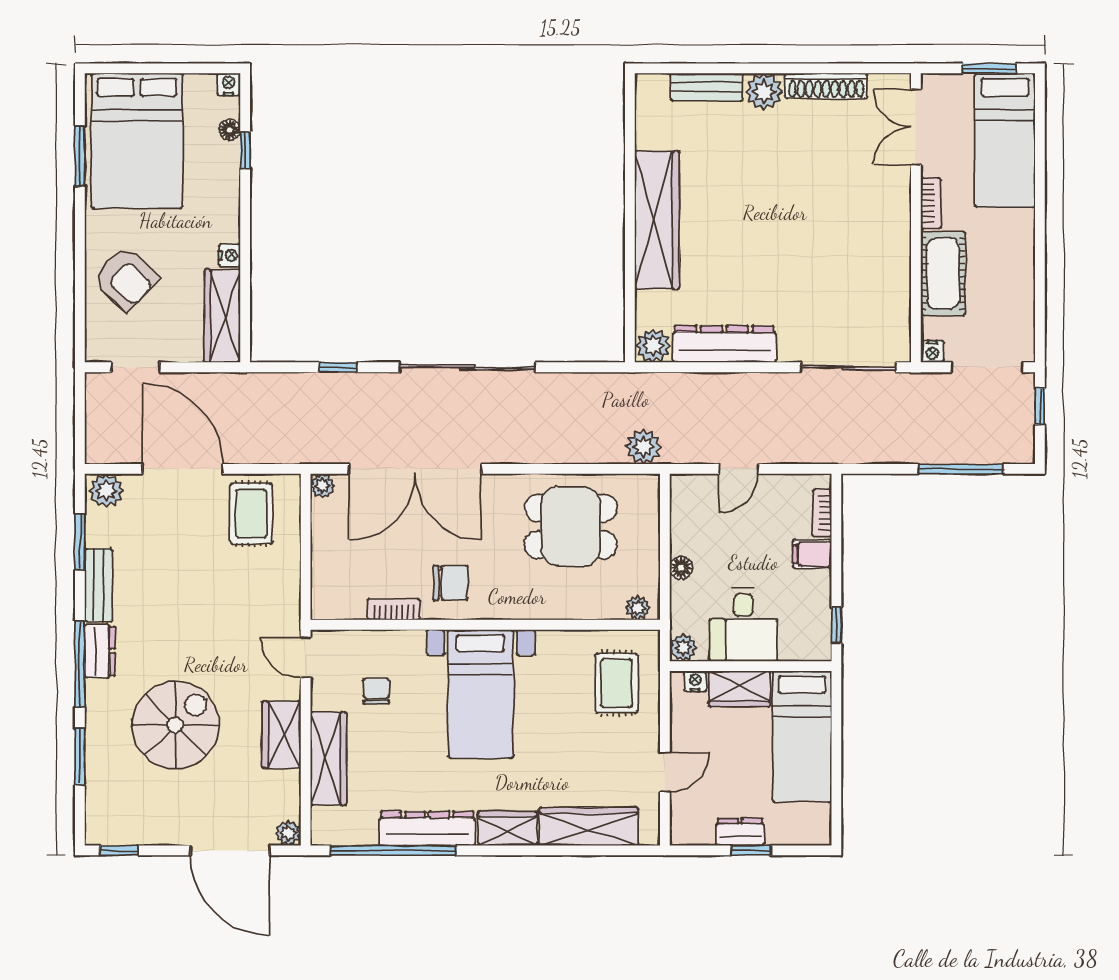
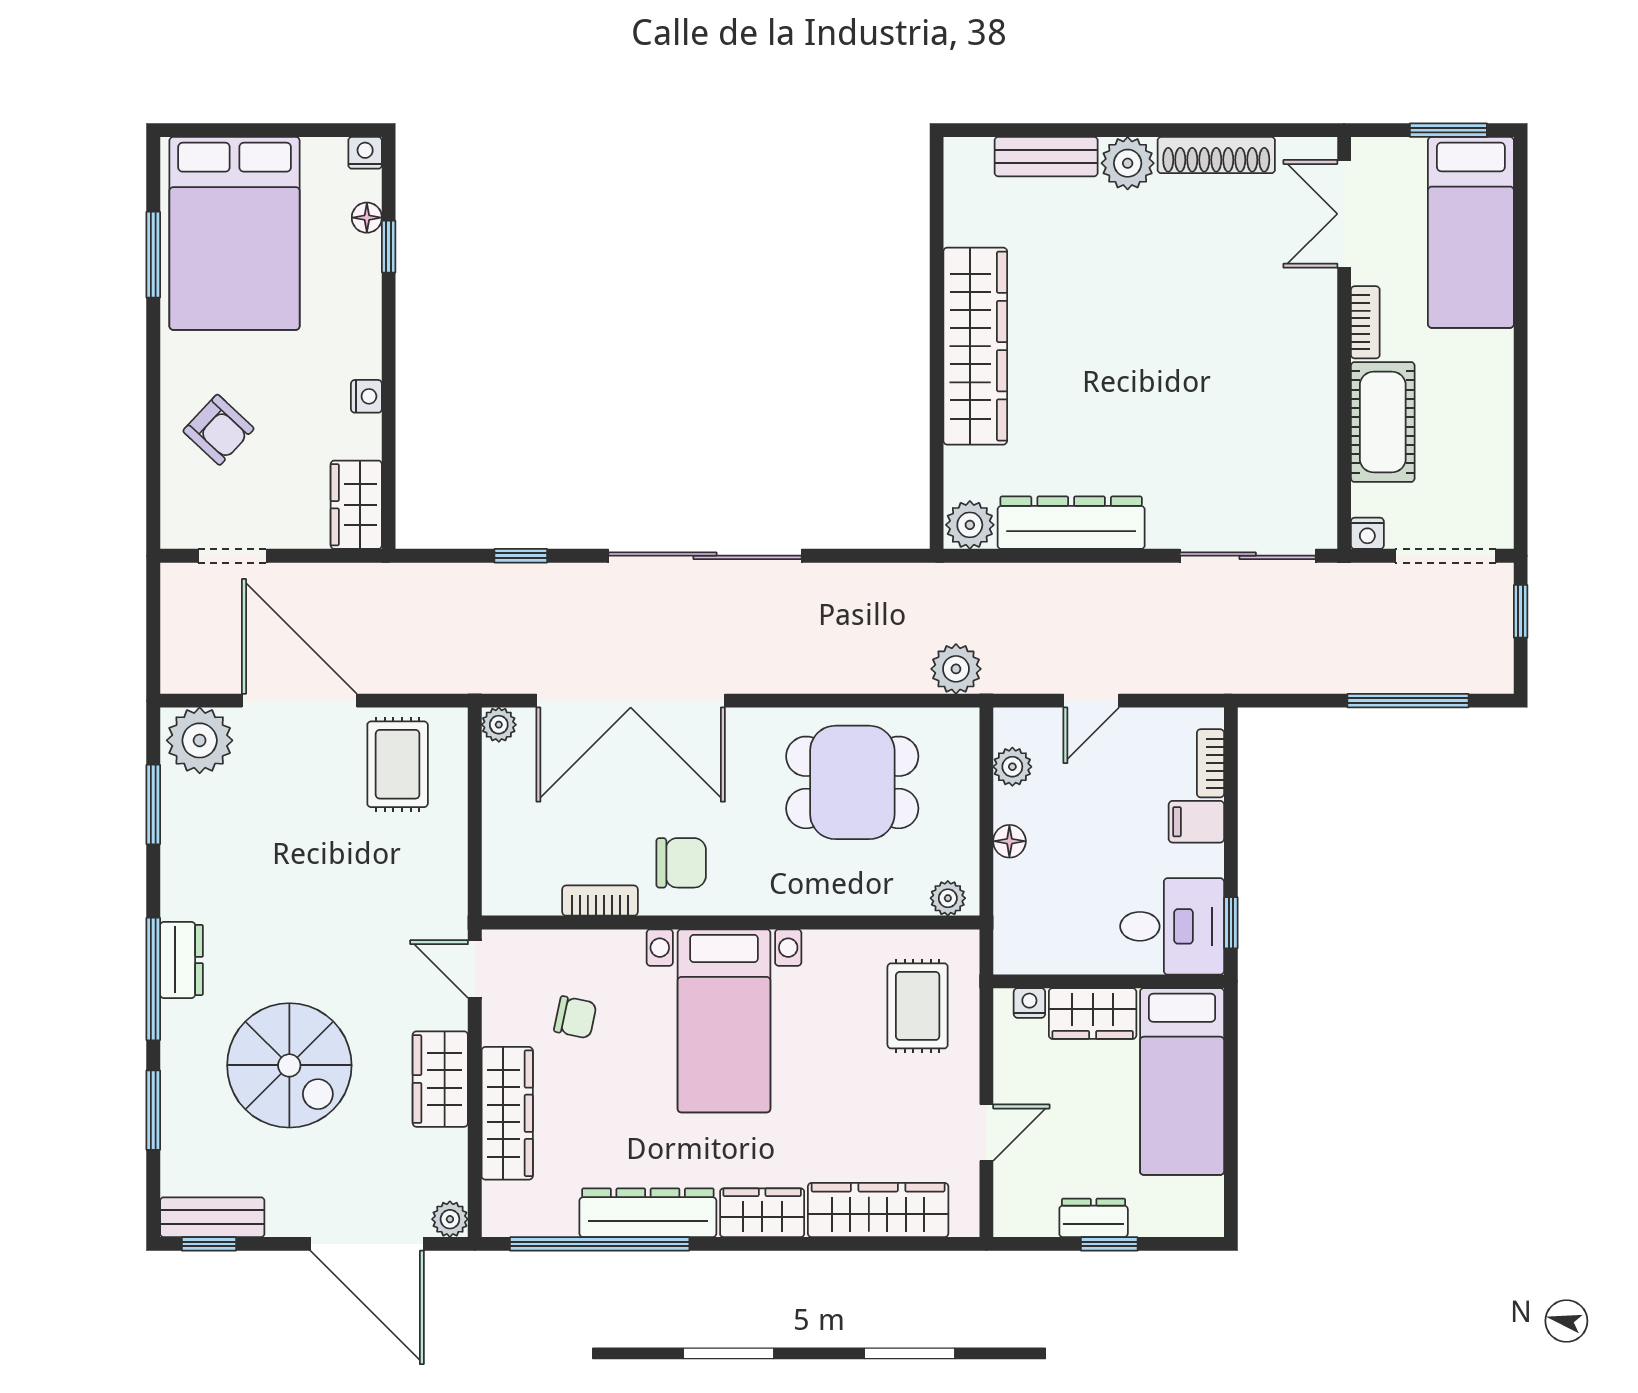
armchair: (126, 279) -> (218, 430), width x0.72, depth x0.72
wardrobe: (222, 316) -> (356, 505), width x0.67
plant: (106, 491) -> (200, 740), width x1.36, depth x1.36
bench: (99, 585) -> (212, 1217), moved, turned 90
desk: (743, 625) -> (1172, 926), moved, turned -90
plant: (683, 648) -> (1012, 767), moved
chair: (376, 691) -> (575, 1017), turned 102
spiral stairs: (175, 725) -> (289, 1065), turned 90

